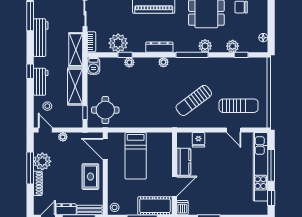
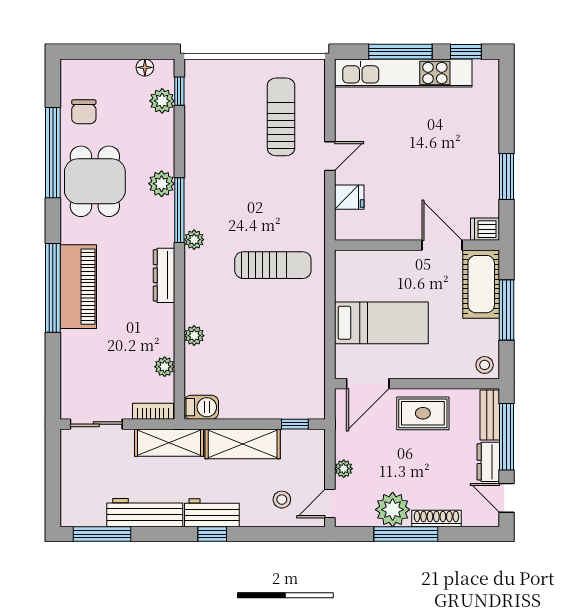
plant: (118, 43) -> (165, 367), width x0.53, depth x0.53
plant: (233, 46) -> (162, 101), moved
window: (125, 55) -> (179, 344), removed
window: (241, 55) -> (179, 91), moved
plant: (163, 62) -> (194, 240), moved
workbench: (41, 82) -> (212, 513), moved
sun lounger: (194, 100) -> (273, 265), moved, turned -53
round table: (105, 110) -> (290, 383), removed
door: (234, 130) -> (330, 156), moved
kitchen counter: (184, 162) -> (393, 227), removed

